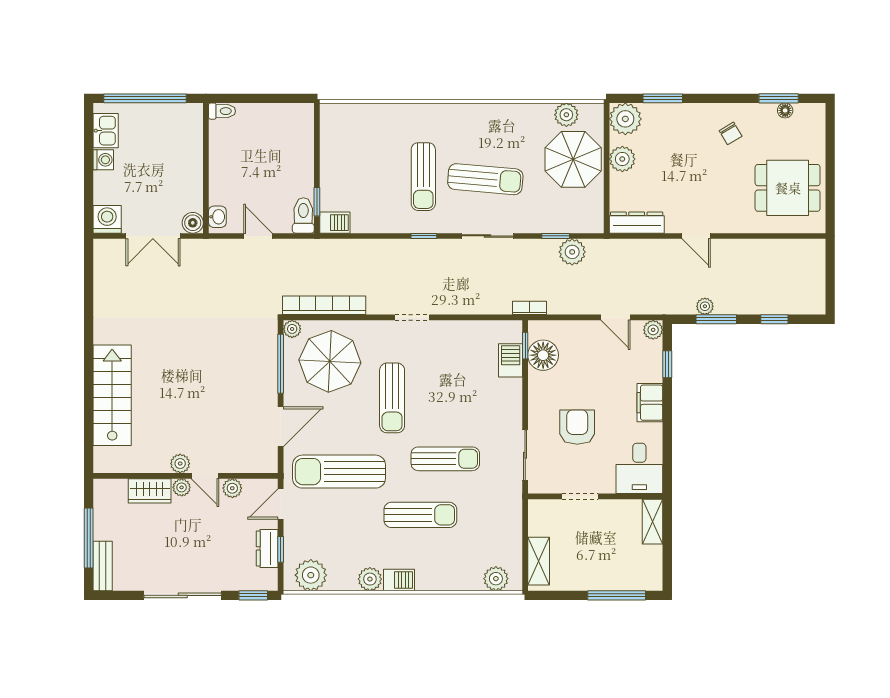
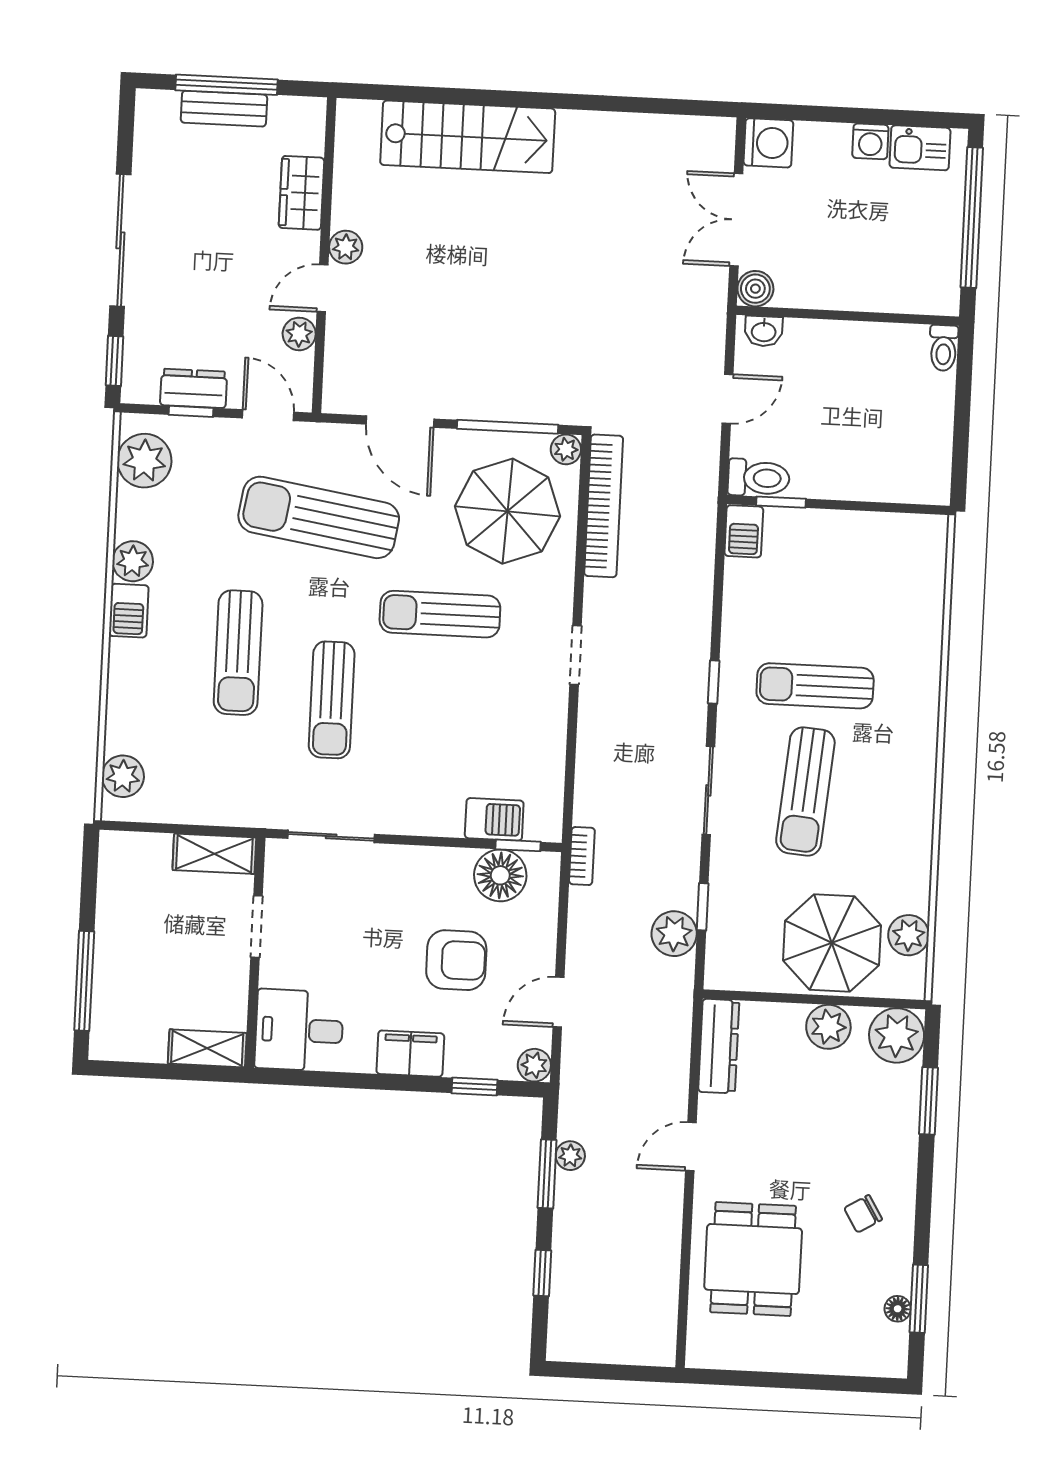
dining table: (788, 188) -> (753, 1259), moved
armchair: (577, 427) -> (456, 960), moved
sun lounger: (339, 472) -> (319, 517), turned -81
plant: (182, 487) -> (305, 247), removed
shelving: (539, 561) -> (214, 854), moved
bench: (103, 566) -> (224, 109), moved

